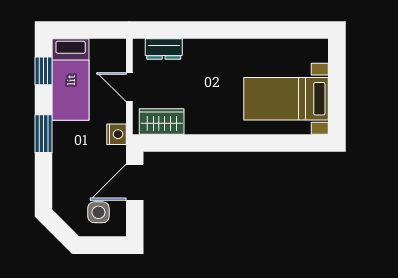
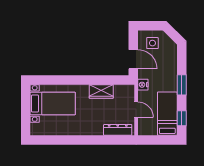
dresser: (164, 49) -> (118, 130), width x1.44
wardrobe: (162, 121) -> (101, 91), moved
door: (135, 182) -> (133, 59), hinge flipped

